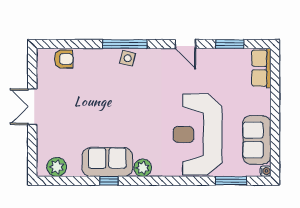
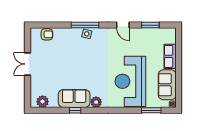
row of seats: (261, 68) -> (170, 56), moved

